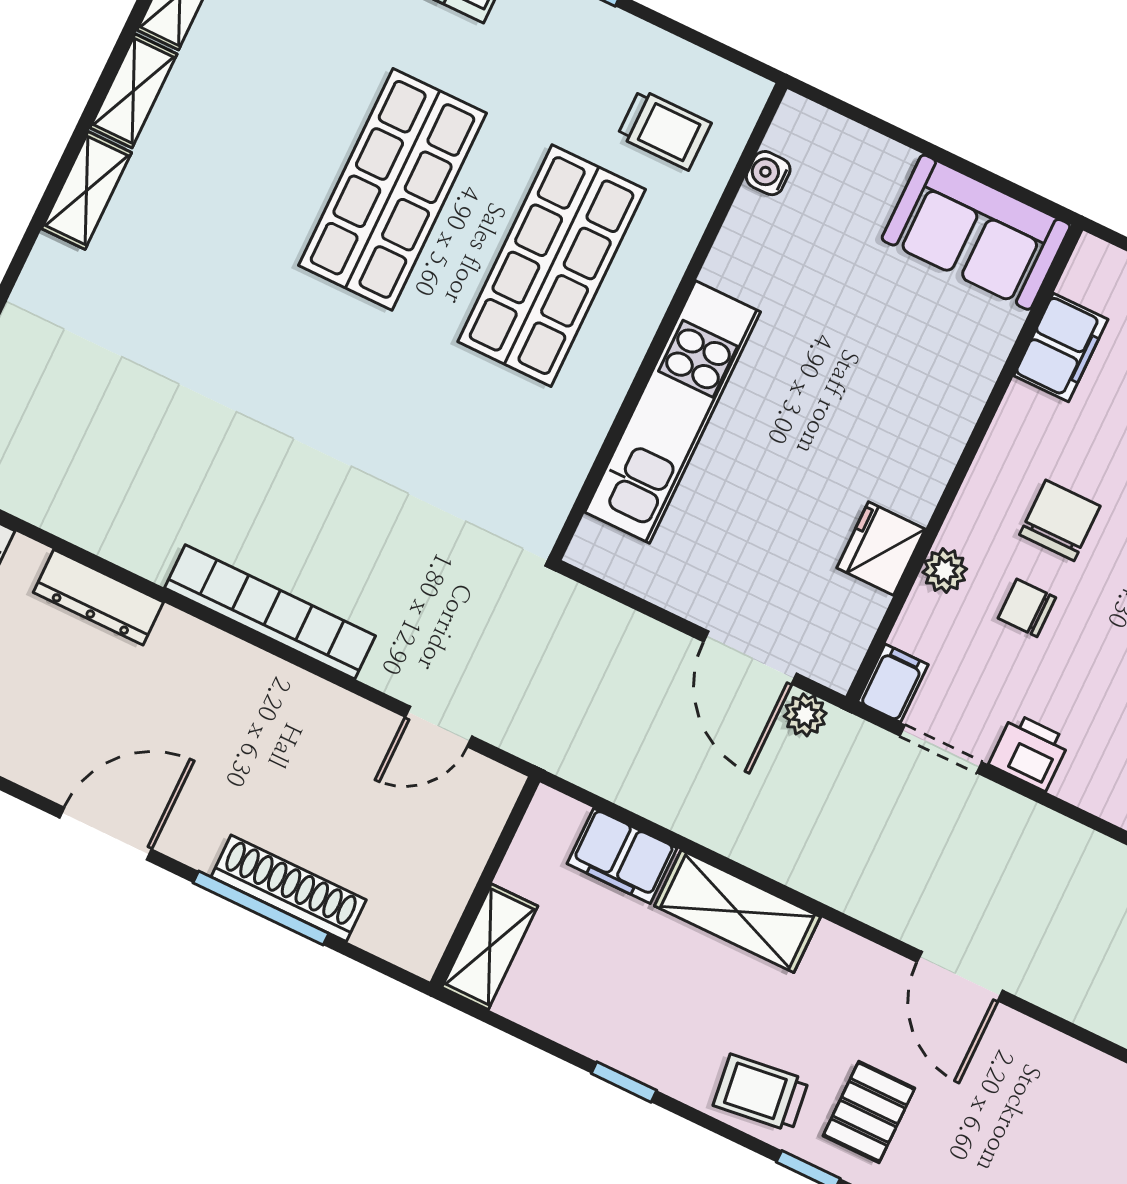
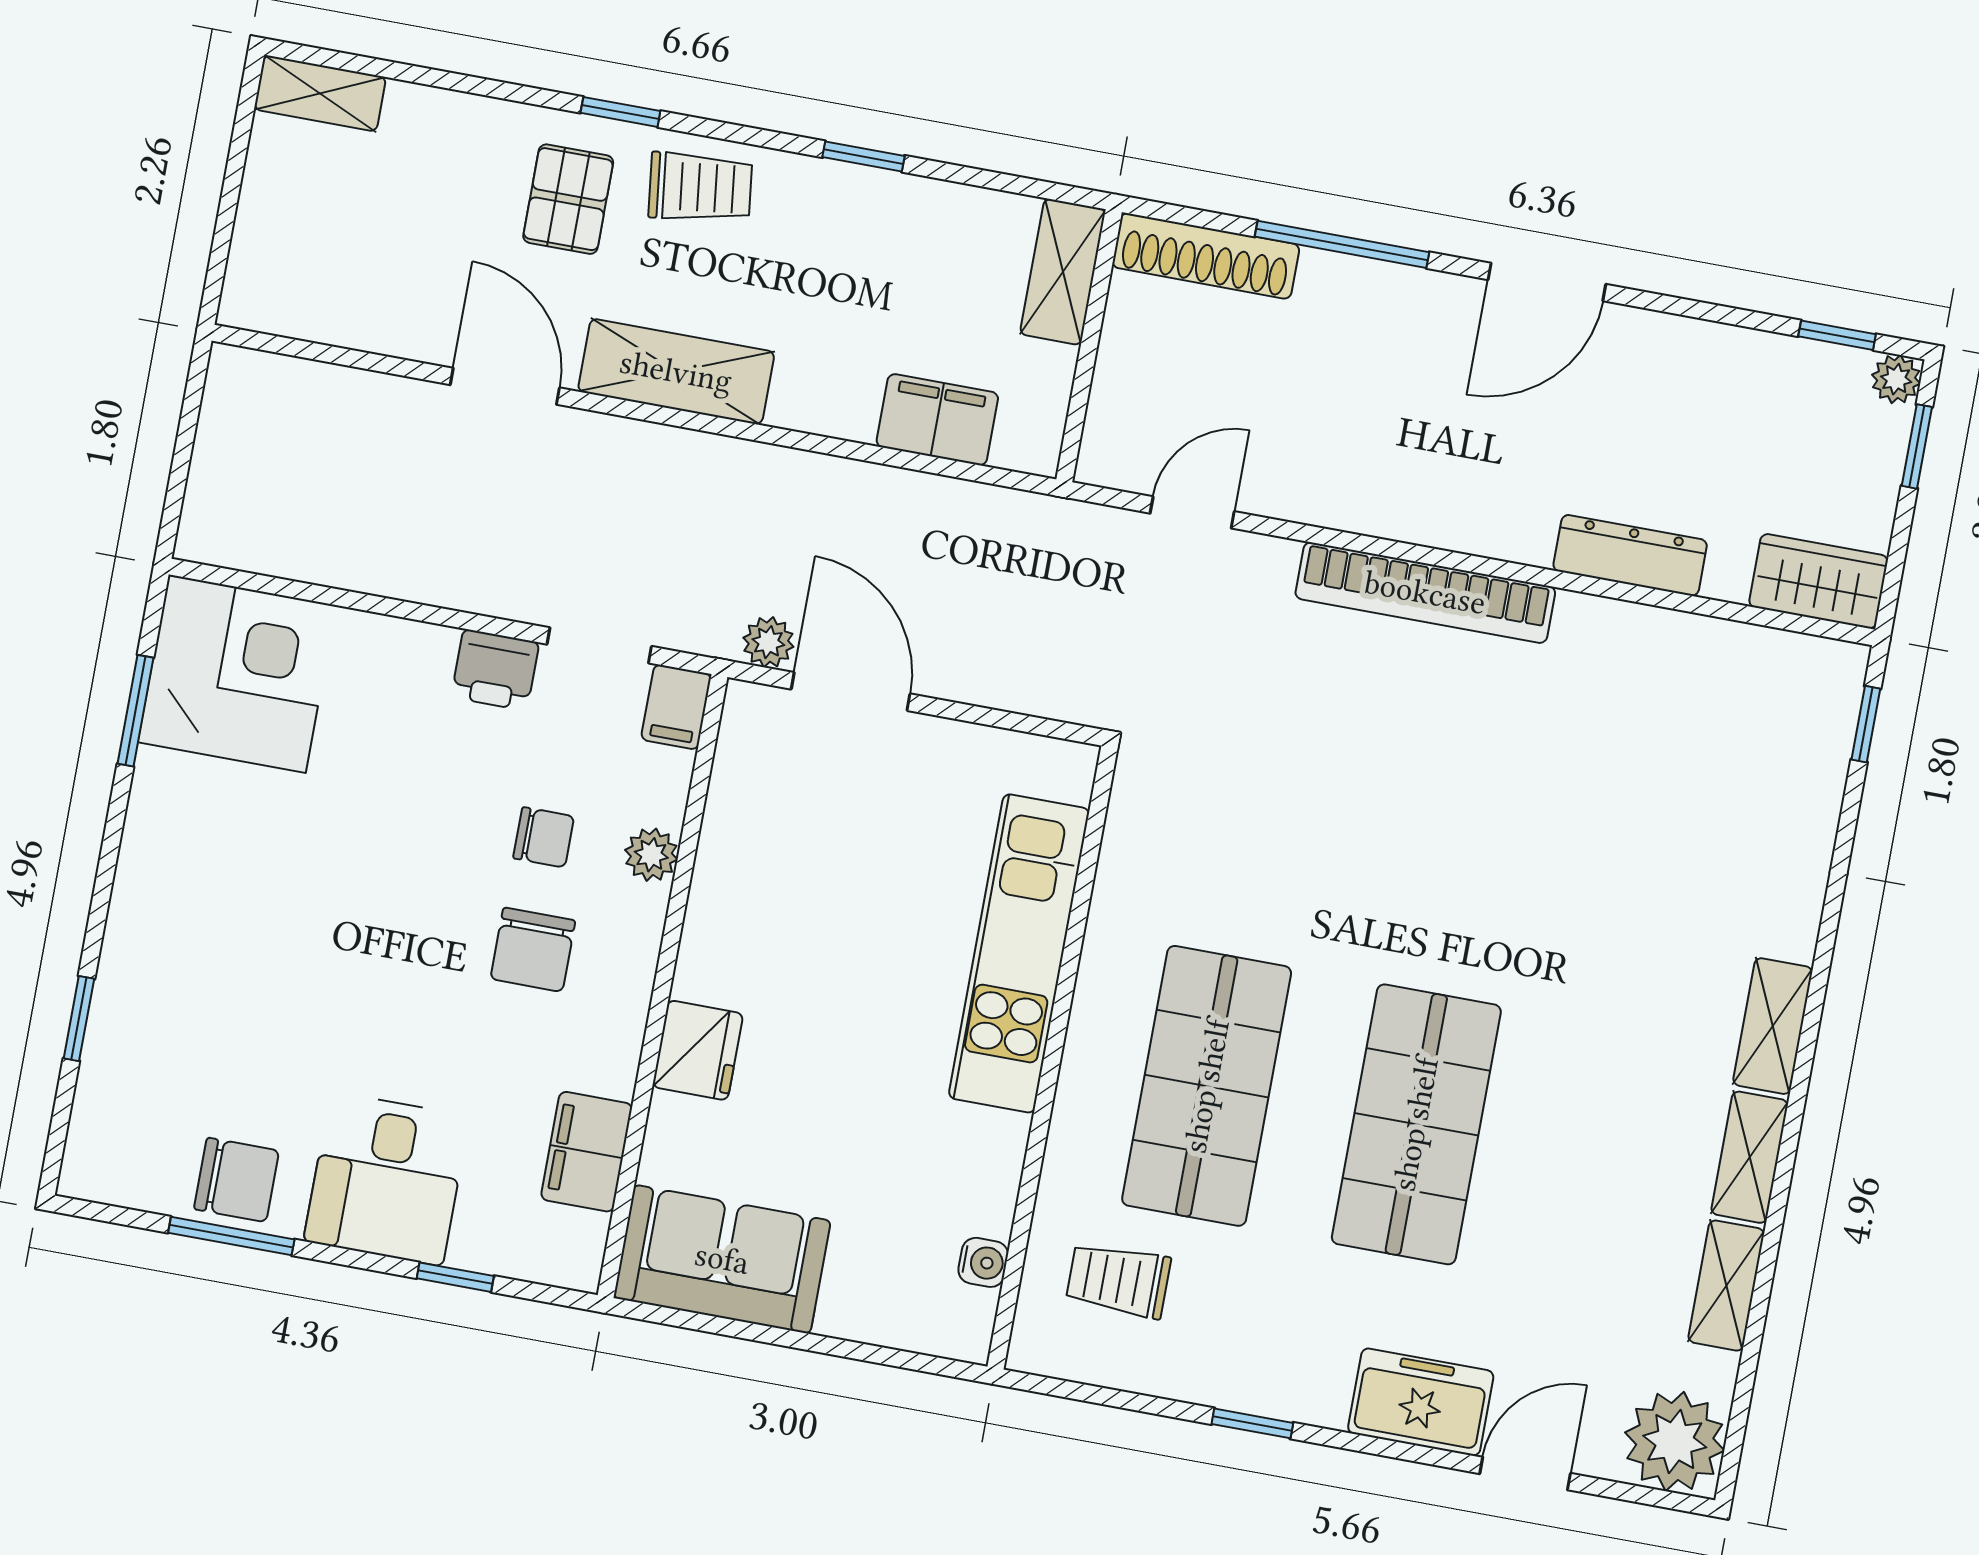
fridge: (881, 548) -> (698, 1050), moved
shoe rack: (289, 888) -> (1206, 256), moved
shelving: (737, 911) -> (676, 372), moved

